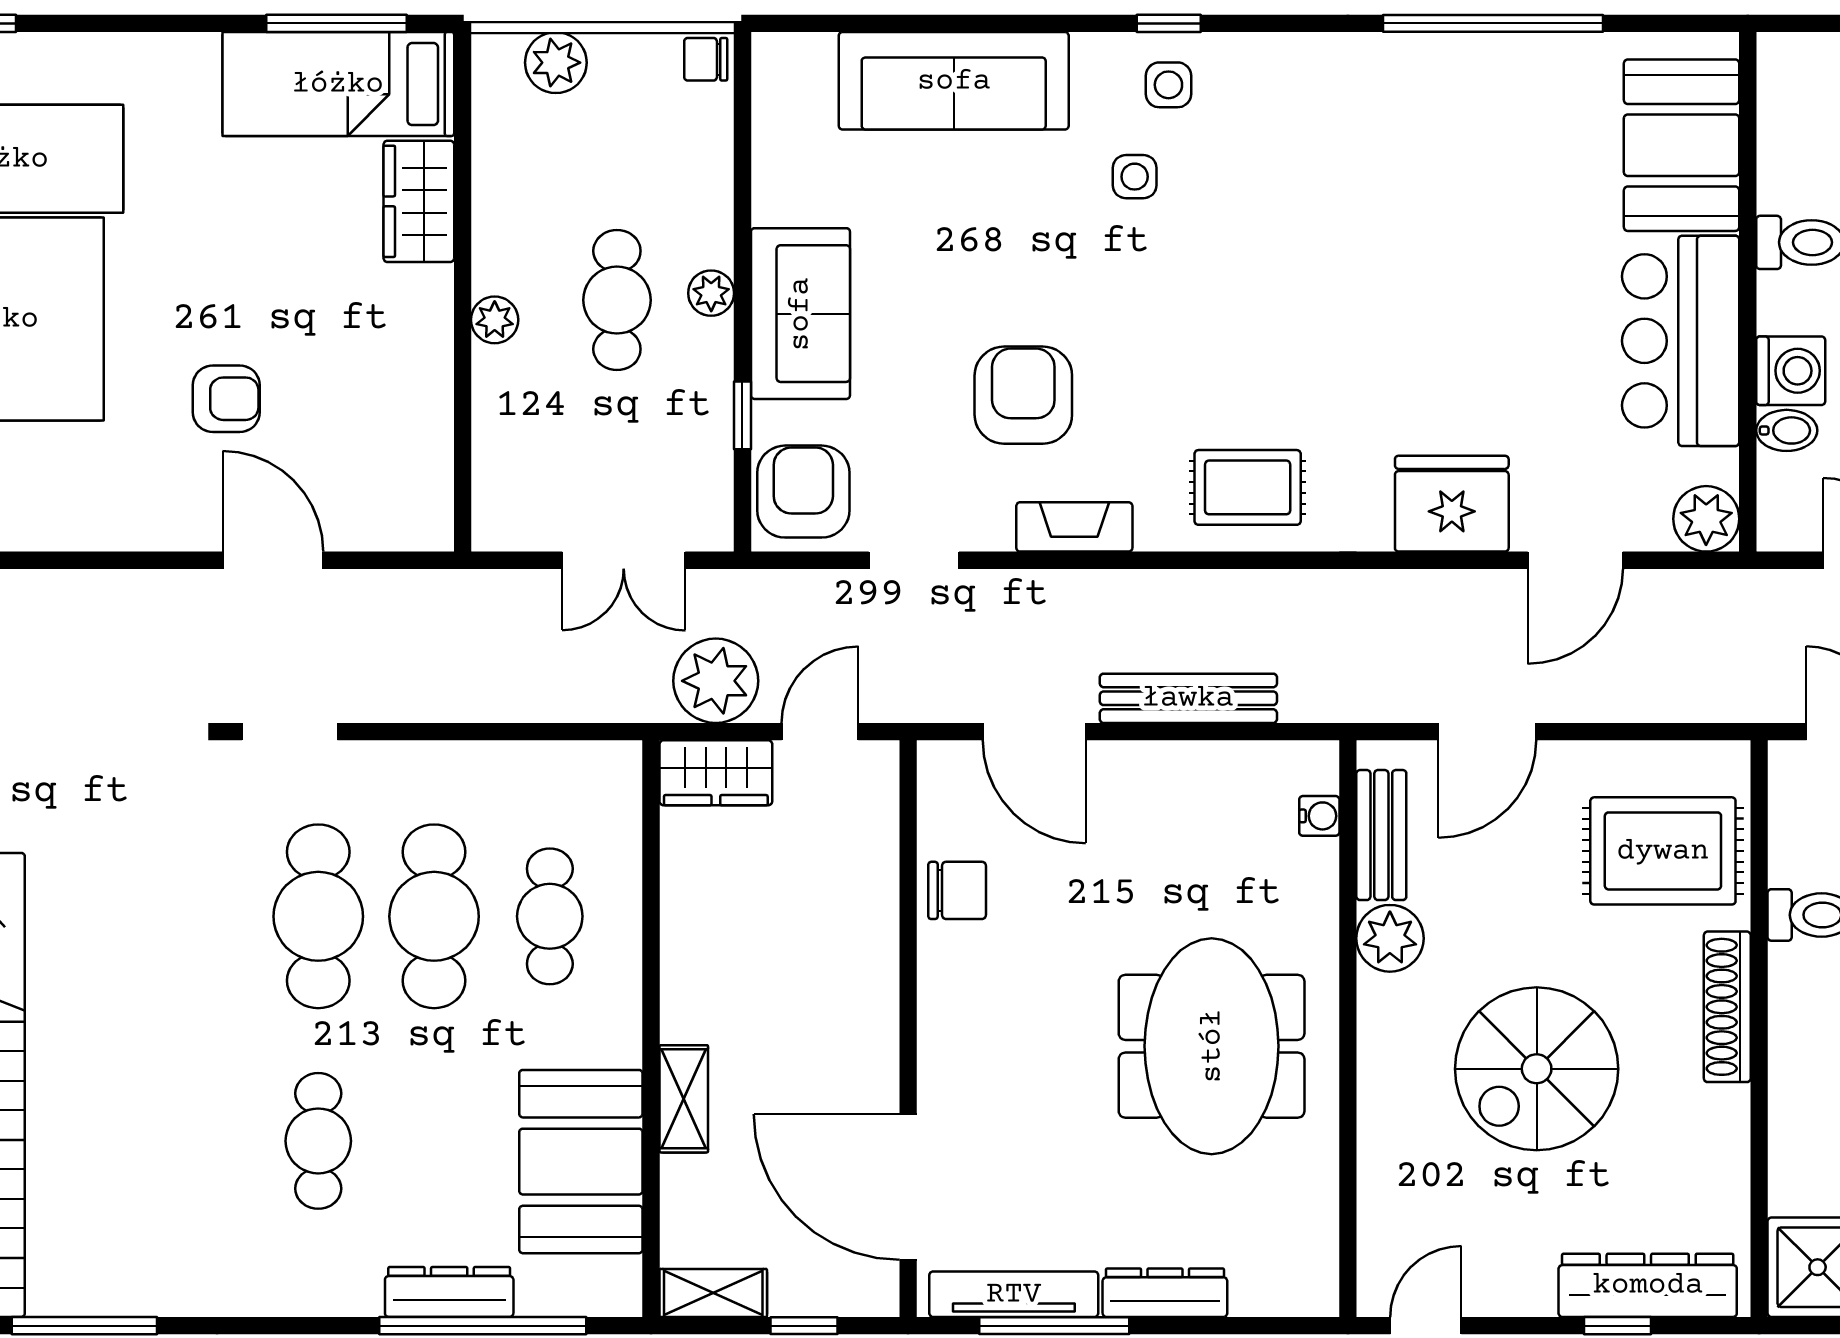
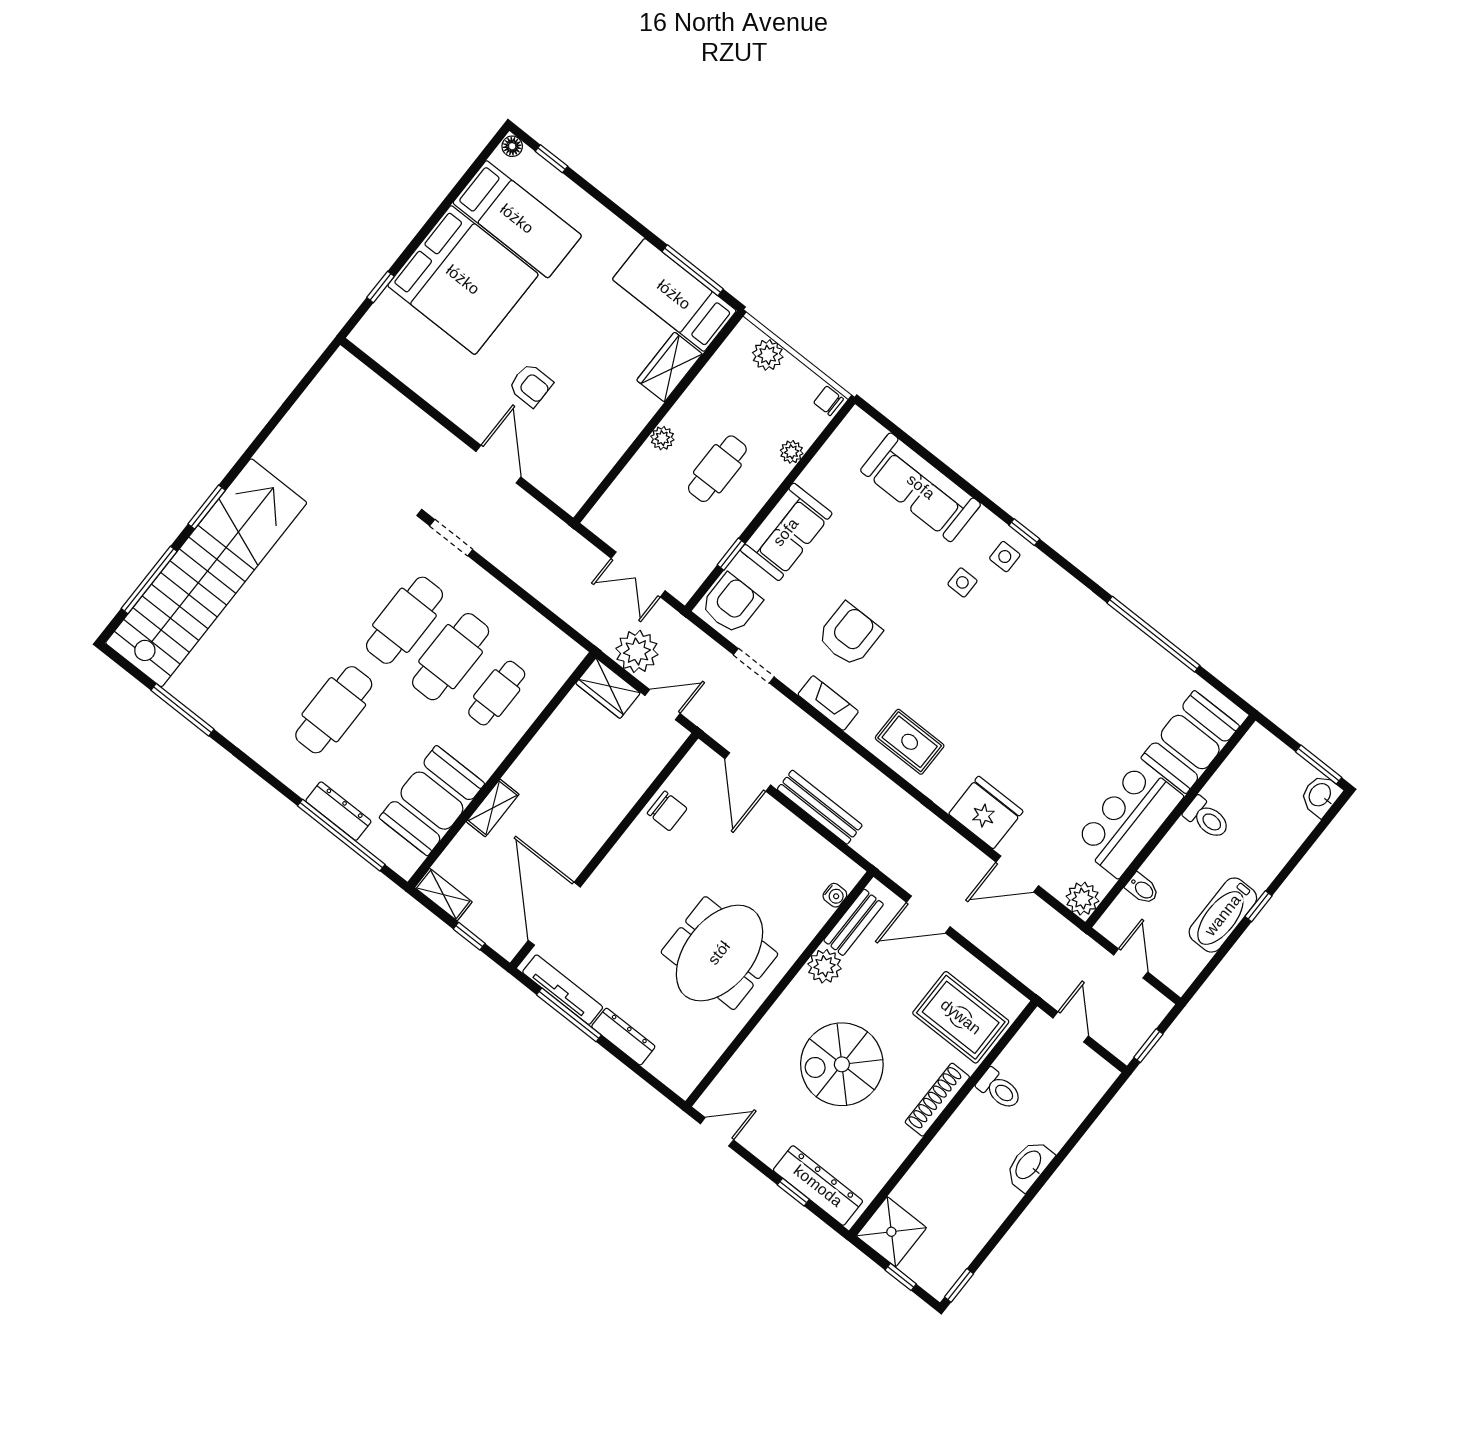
plant: (711, 293) -> (792, 452), moved
washing machine: (1791, 371) -> (1163, 866), removed
cafe table: (318, 1141) -> (334, 710), width x1.37, depth x1.35

